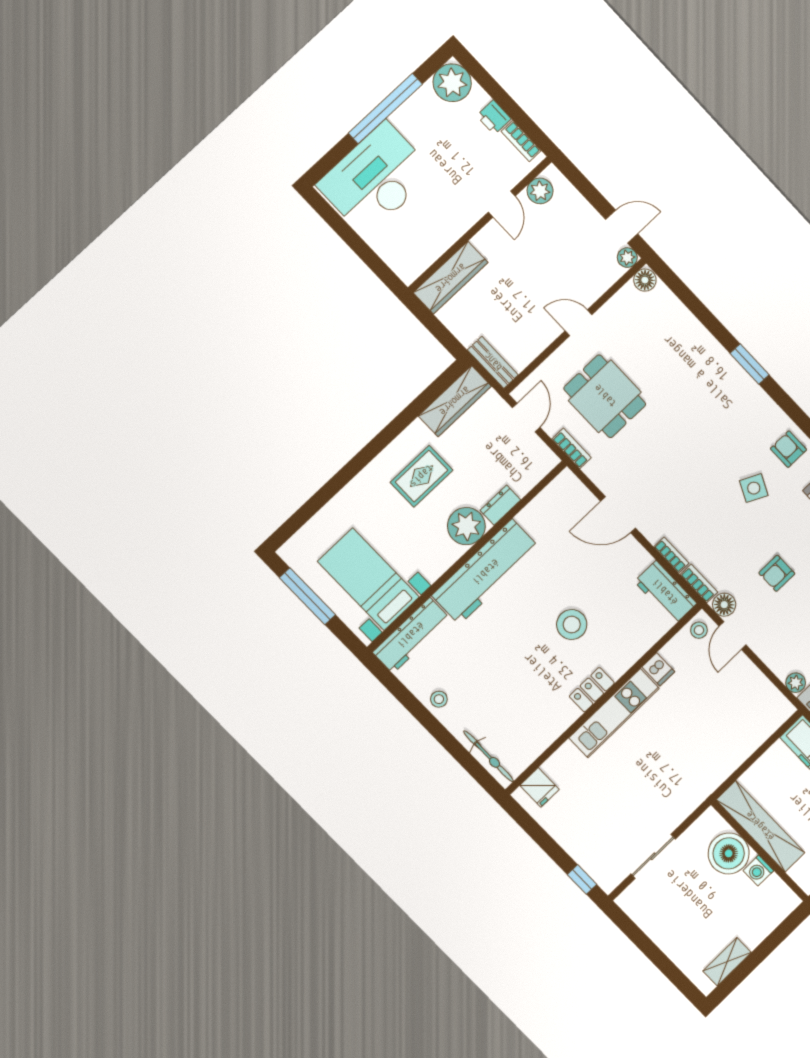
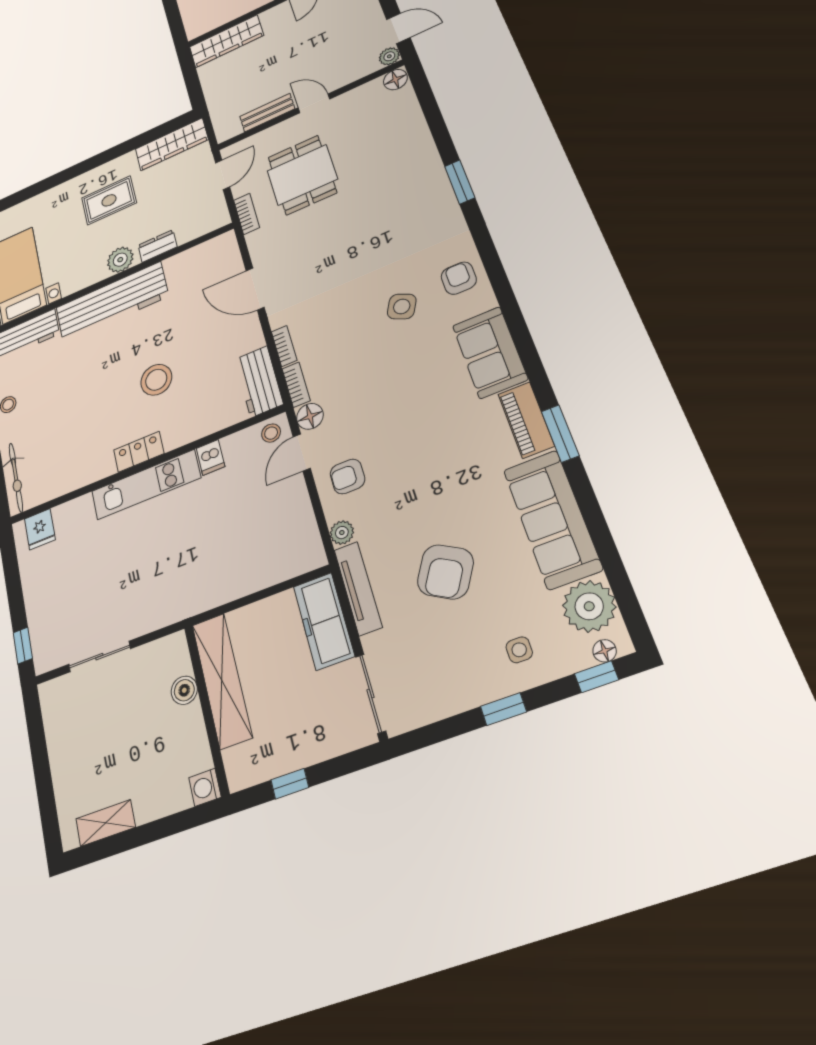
bench: (493, 362) -> (267, 113), moved, turned 90
plant: (466, 526) -> (120, 260), width x0.73, depth x0.73
armchair: (777, 573) -> (347, 476), moved
boiler: (729, 853) -> (184, 690), width x0.54, depth x0.54
washing machine: (758, 871) -> (205, 787), moved

